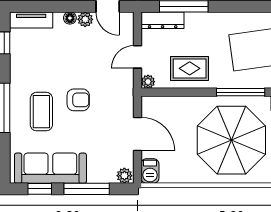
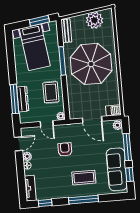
dresser: (163, 20) -> (23, 99), moved
armchair: (78, 100) -> (65, 149), moved
door: (138, 134) -> (92, 120), swing flipped

